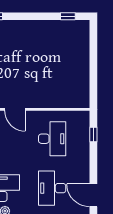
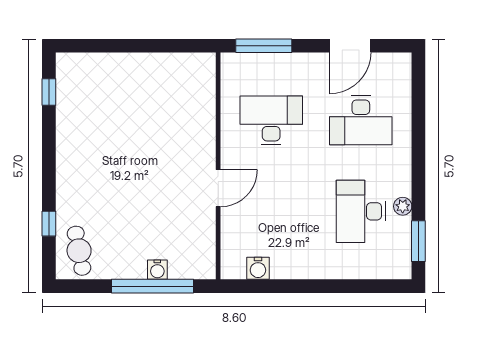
window: (93, 135) -> (264, 46), width x2.17
door: (93, 195) -> (350, 46), moved

